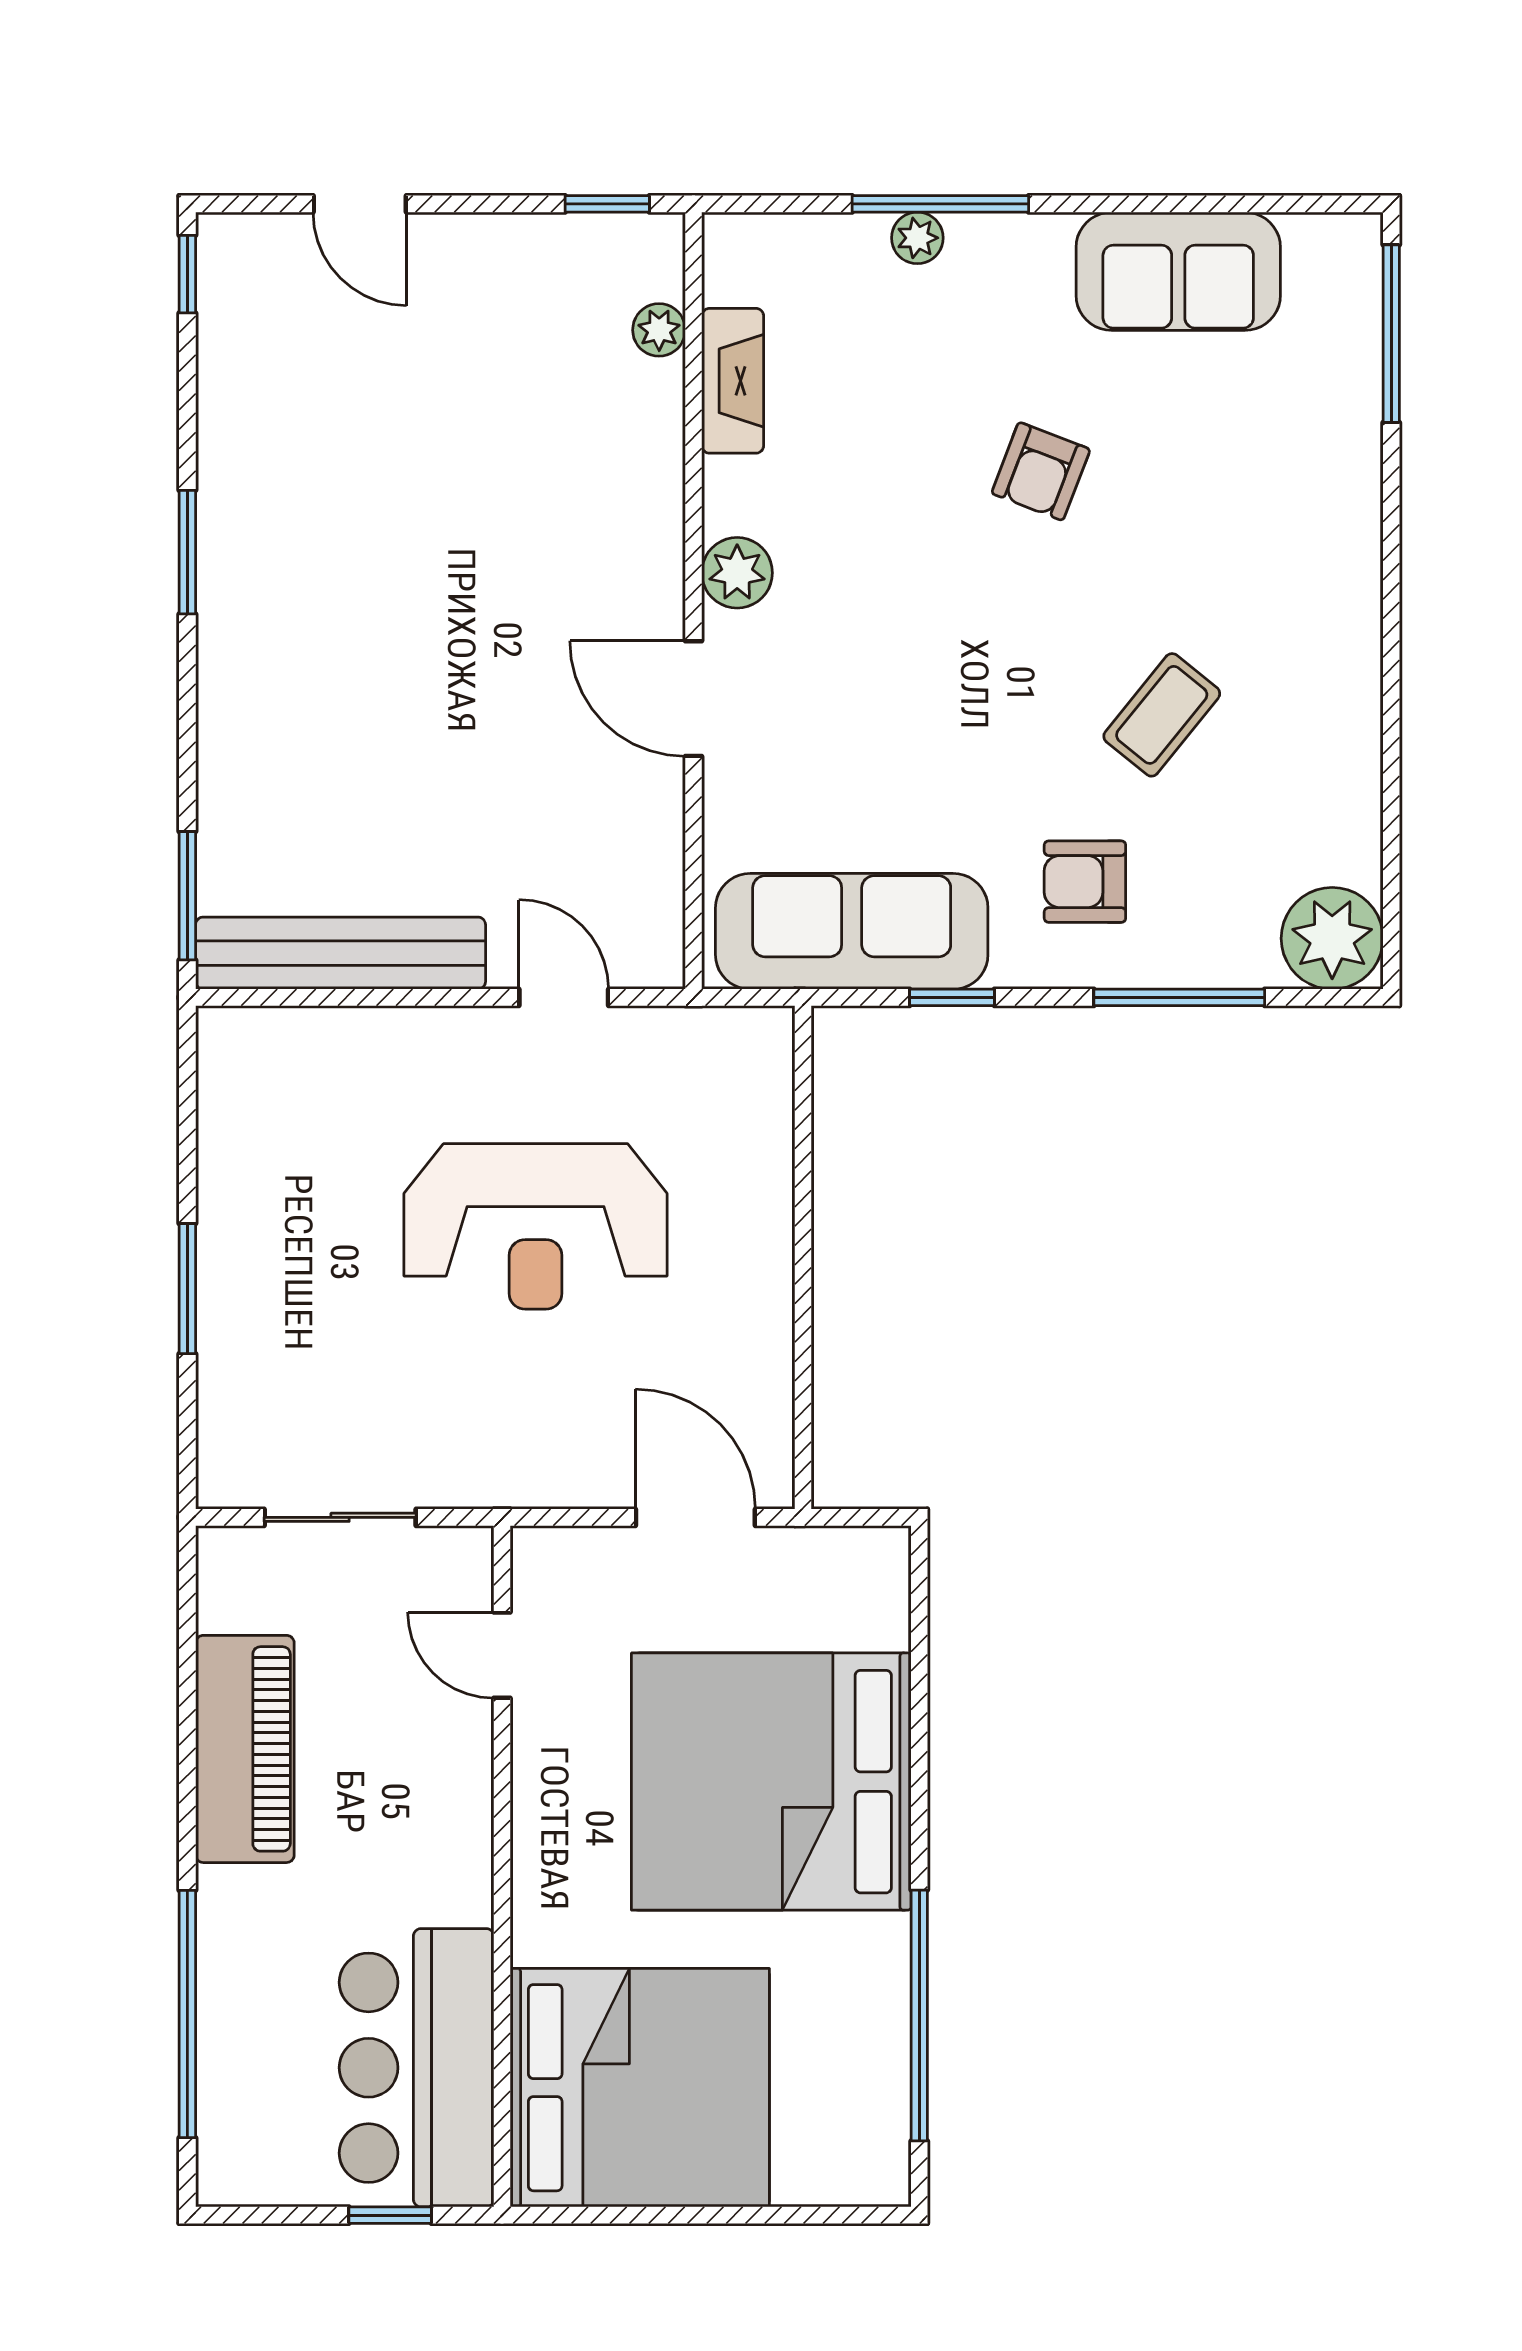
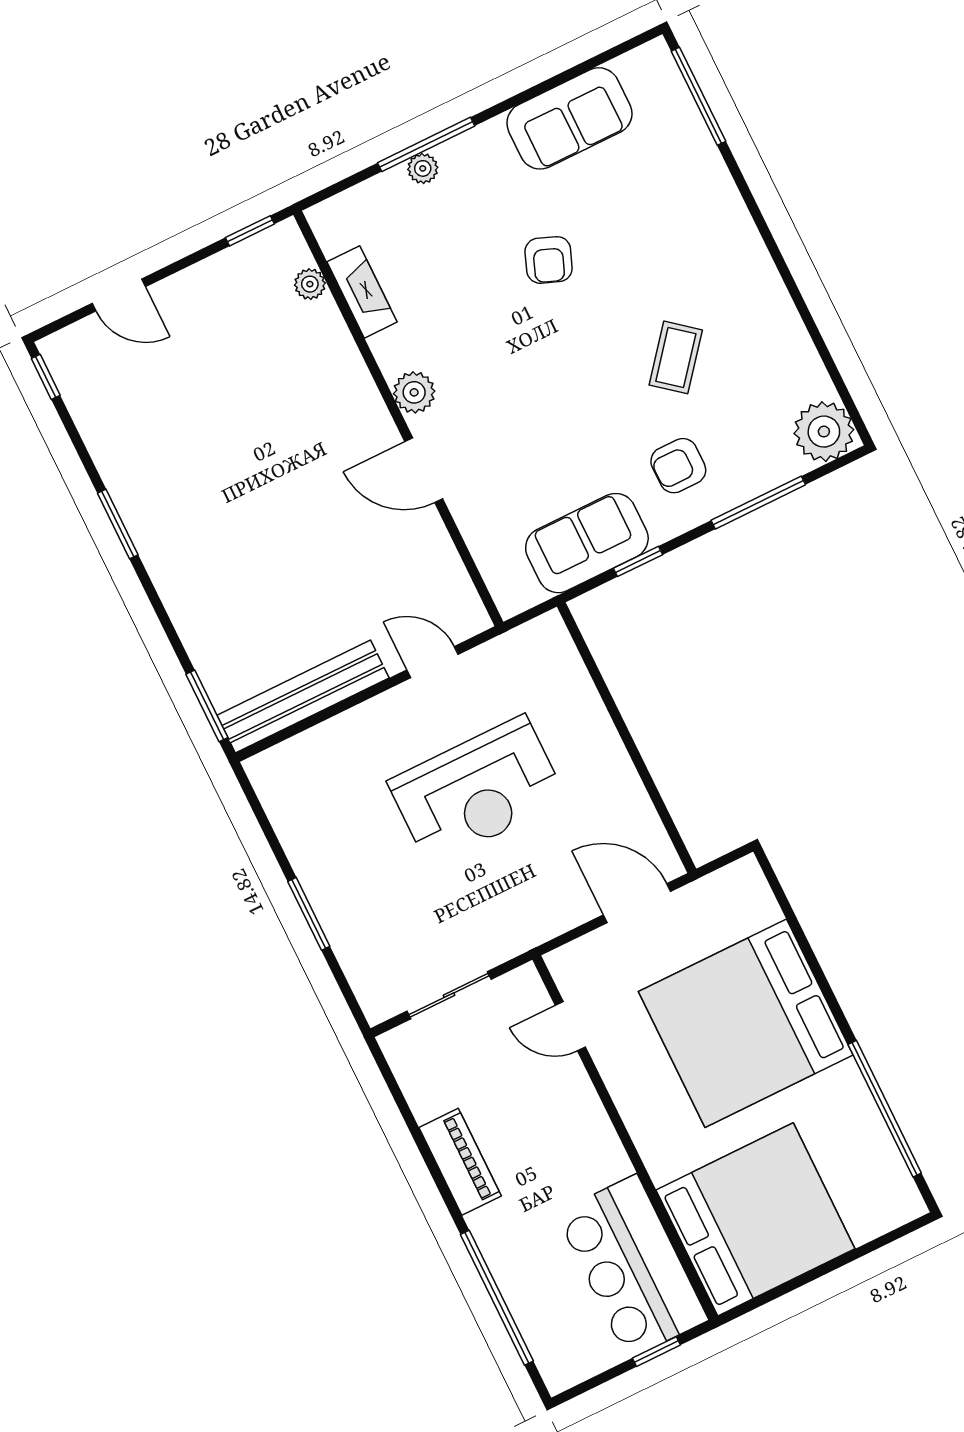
sofa: (852, 931) -> (587, 543), width x0.73
piano: (245, 1749) -> (460, 1162), width x0.73, depth x0.75

